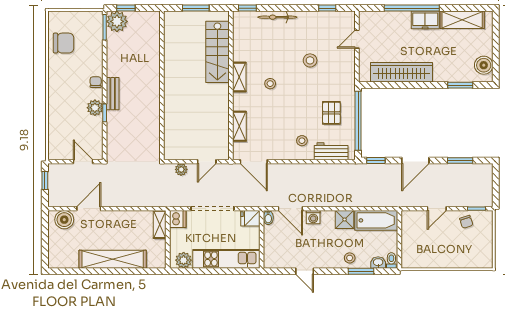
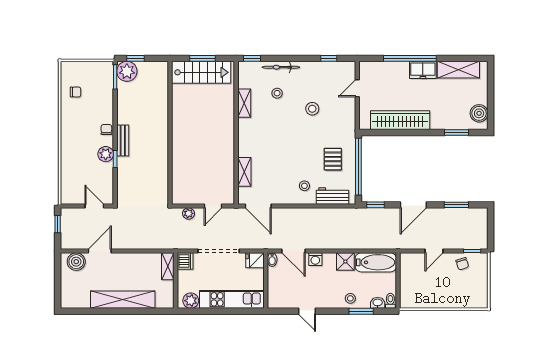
chair: (64, 43) -> (76, 92), width x0.54, depth x0.54
stairs: (217, 52) -> (201, 72), moved, turned -90
shelving: (239, 77) -> (244, 103), moved
stool: (270, 84) -> (277, 93), moved

